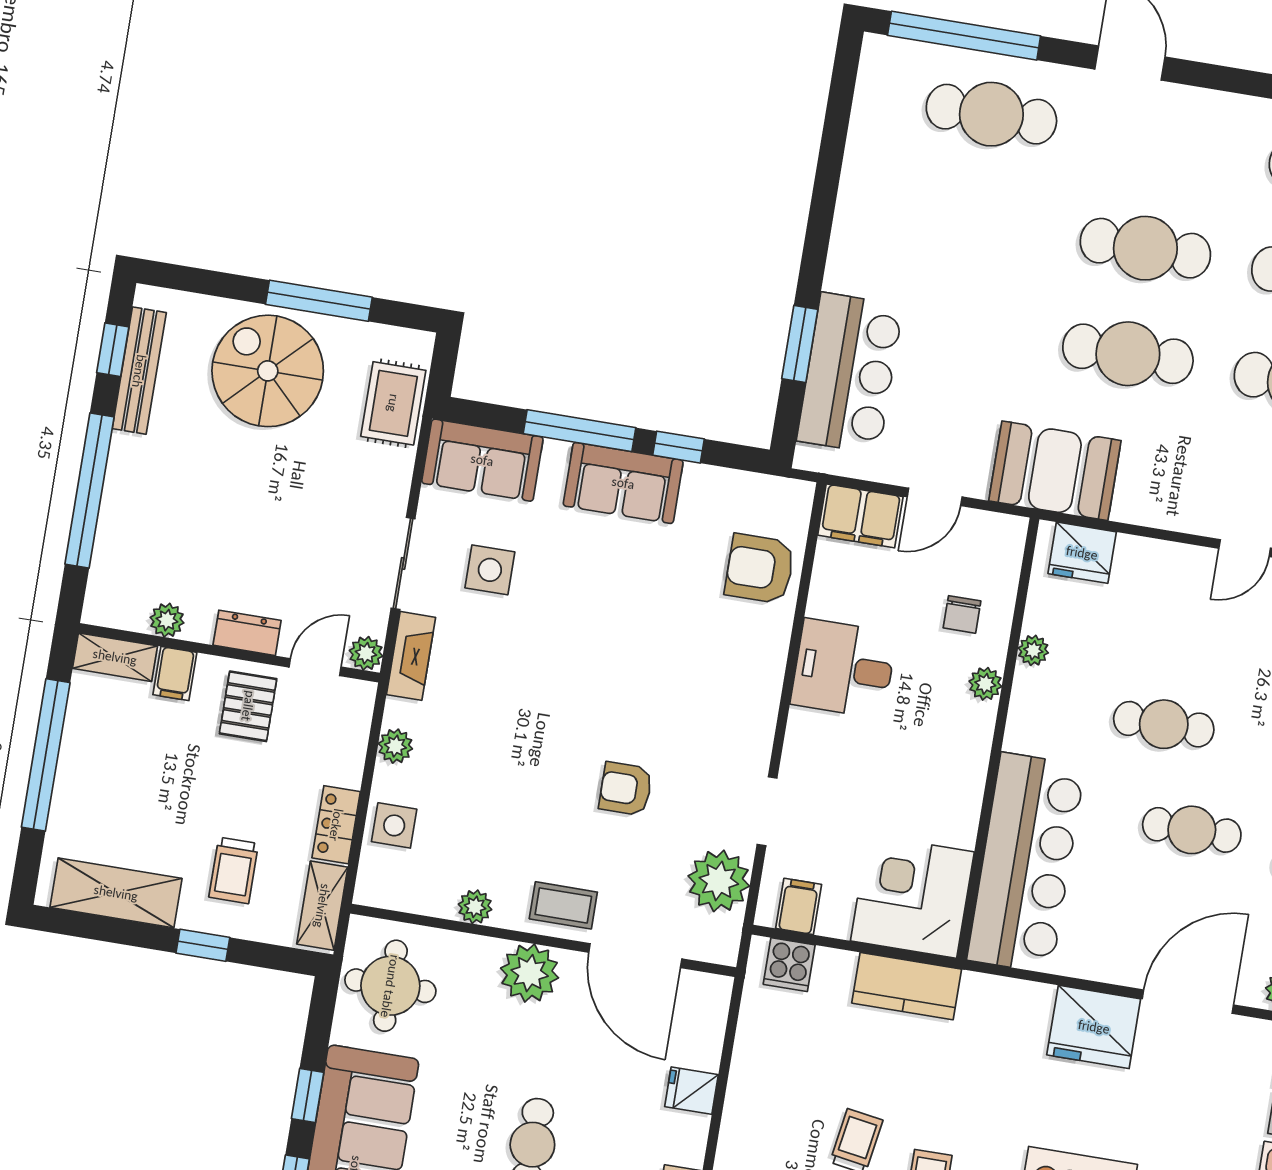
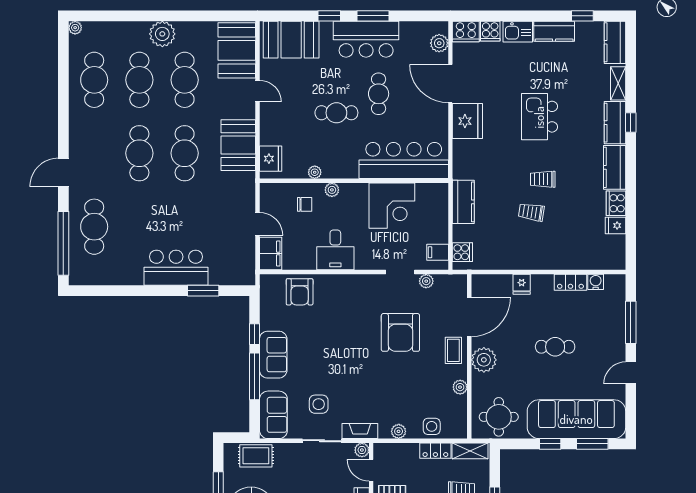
bar counter: (850, 373) -> (176, 268), moved
booth: (1055, 471) -> (238, 145), moved
cafe table: (1164, 724) -> (336, 113), turned 90
armchair: (626, 789) -> (400, 332), width x1.88, depth x1.88
plant: (719, 881) -> (426, 281), width x0.53, depth x0.53
corner desk: (912, 896) -> (392, 206), moved, turned -90

